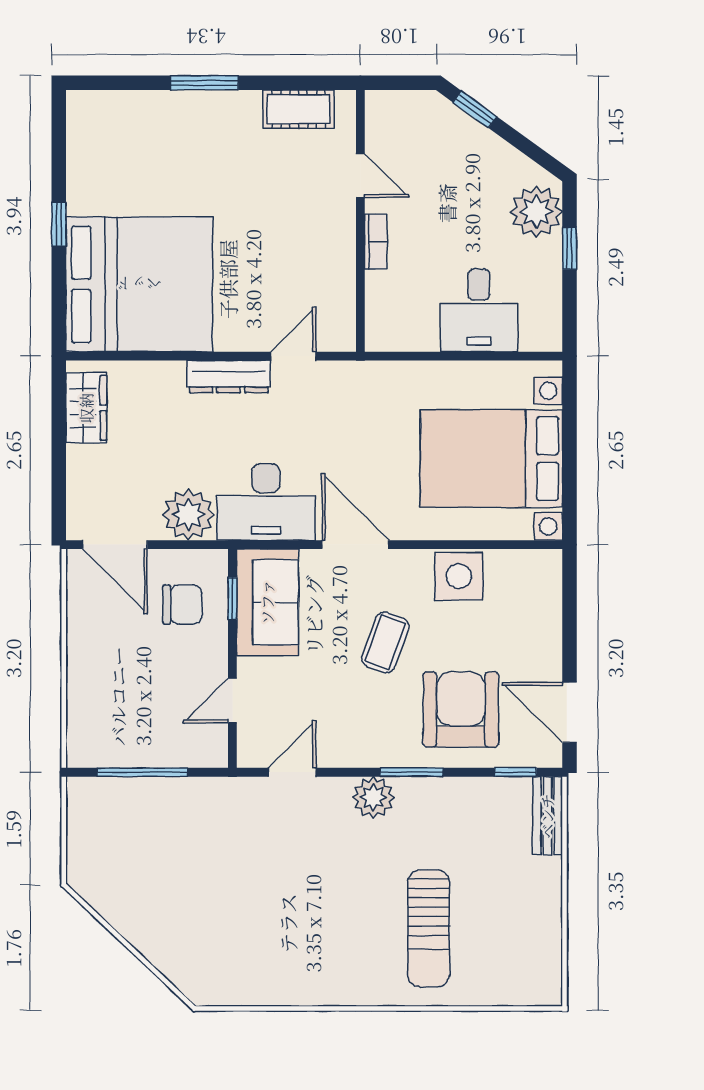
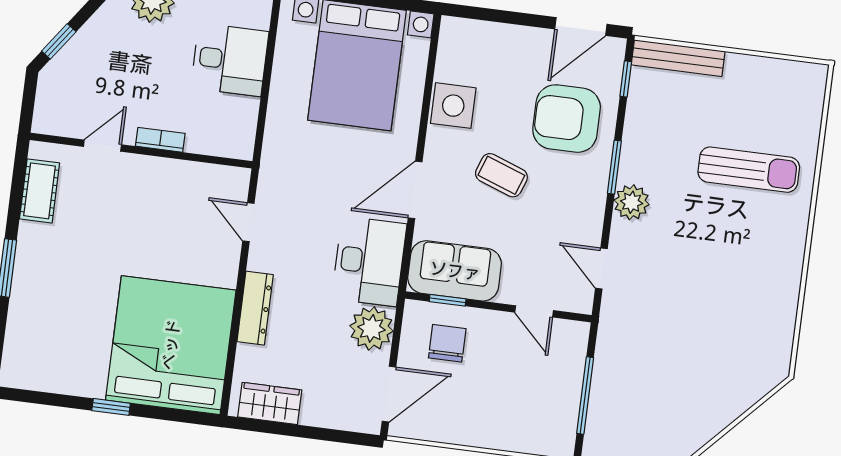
dresser: (229, 377) -> (255, 308), moved
bench: (547, 816) -> (678, 58), width x1.36

